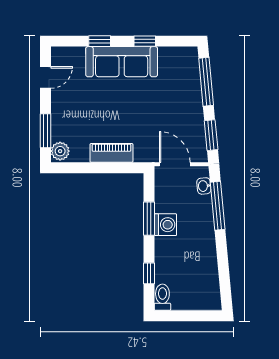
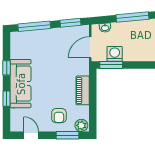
armchair: (74, 118) -> (59, 116), added
window: (218, 206) -> (132, 17), moved
window: (149, 219) -> (111, 65), moved
washing machine: (165, 225) -> (115, 54), moved

